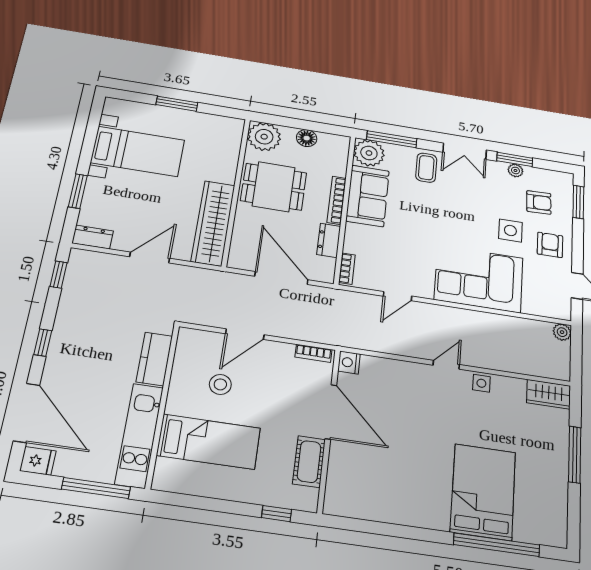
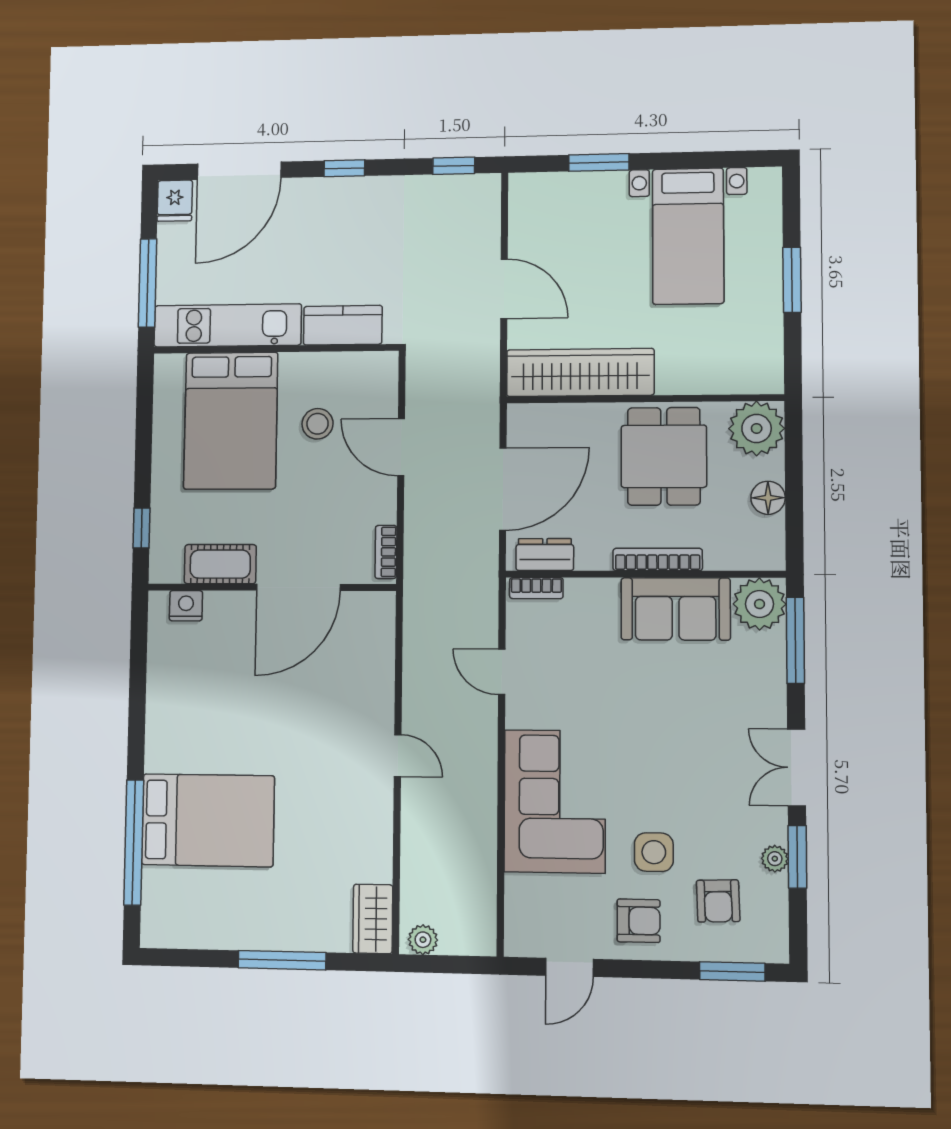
coffee table: (426, 168) -> (750, 703), removed
dresser: (93, 237) -> (524, 200), removed
dresser: (329, 240) -> (545, 555), moved
plant: (562, 332) -> (423, 940), moved
nightstand: (349, 362) -> (186, 606), moved
side table: (481, 383) -> (375, 812), removed
bed: (209, 442) -> (231, 421), width x1.50

